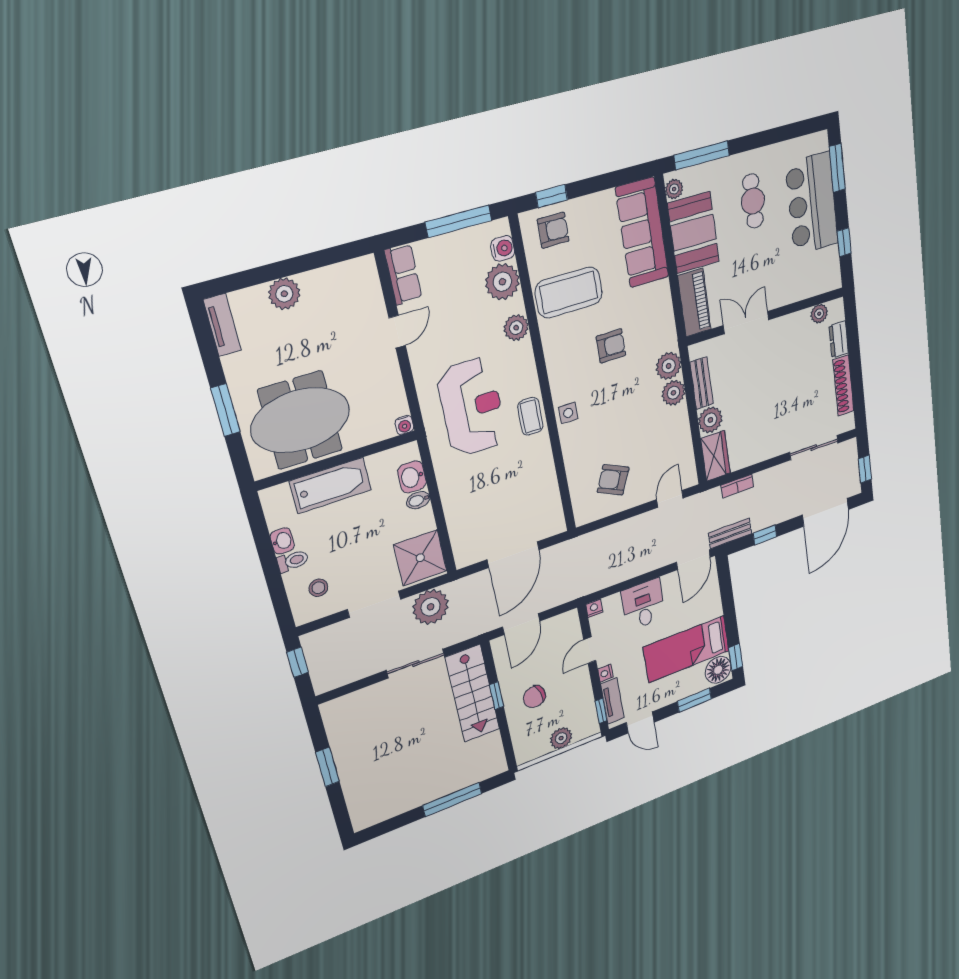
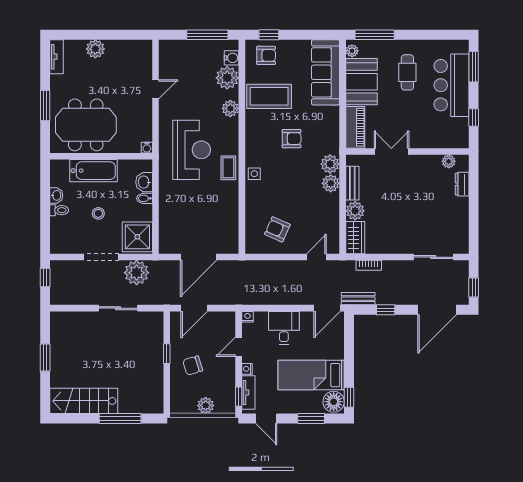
row of seats: (403, 274) -> (167, 57), removed
shoe rack: (843, 385) -> (462, 219), removed
stool: (318, 588) -> (98, 213), moved
stairs: (473, 693) -> (84, 401), moved, turned 90

